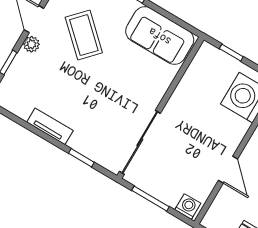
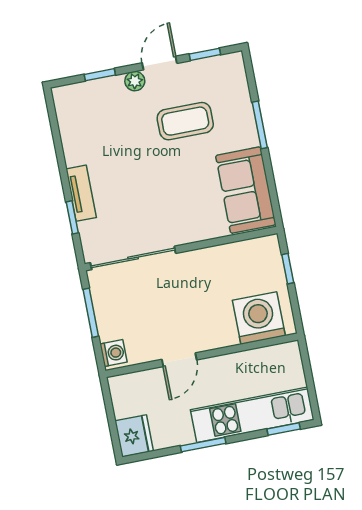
coffee table: (84, 35) -> (185, 121), turned 47
tv unit: (50, 126) -> (81, 193), moved

